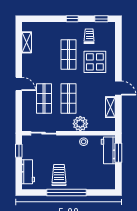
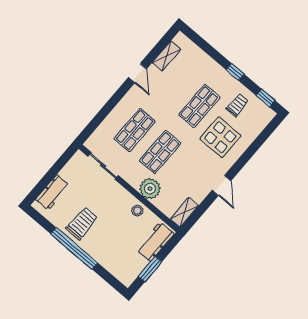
door: (19, 84) -> (138, 73), moved
shelving: (110, 107) -> (184, 212), moved
window: (19, 151) -> (61, 162), removed
window: (118, 153) -> (150, 269), moved

